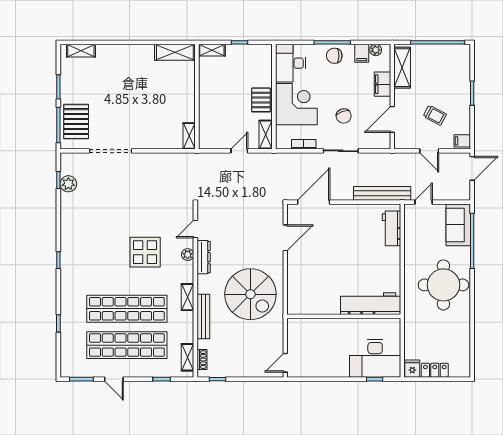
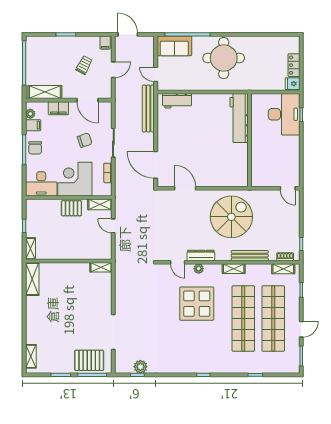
display table: (145, 252) -> (197, 304), width x1.36, depth x1.36

